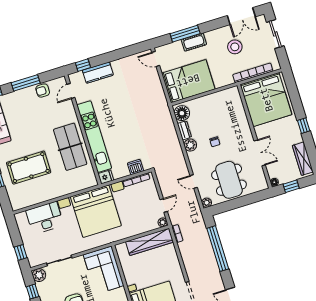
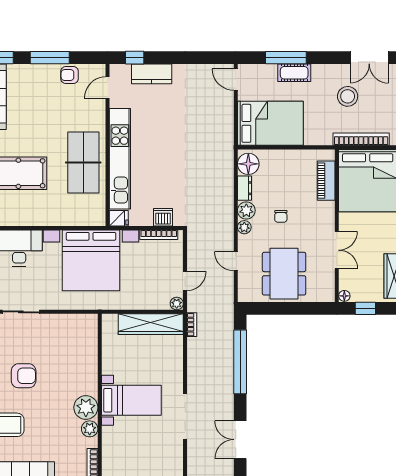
piano: (238, 108) -> (326, 181), added
plant: (207, 203) -> (244, 227), moved
corner sofa: (104, 270) -> (77, 343), removed

